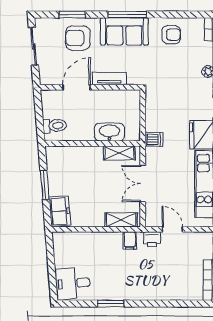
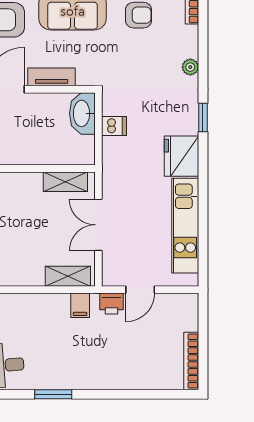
washbasin: (109, 132) -> (82, 113), moved, turned -90
dishwasher: (154, 139) -> (114, 126), moved
door: (172, 229) -> (140, 290), swing flipped

